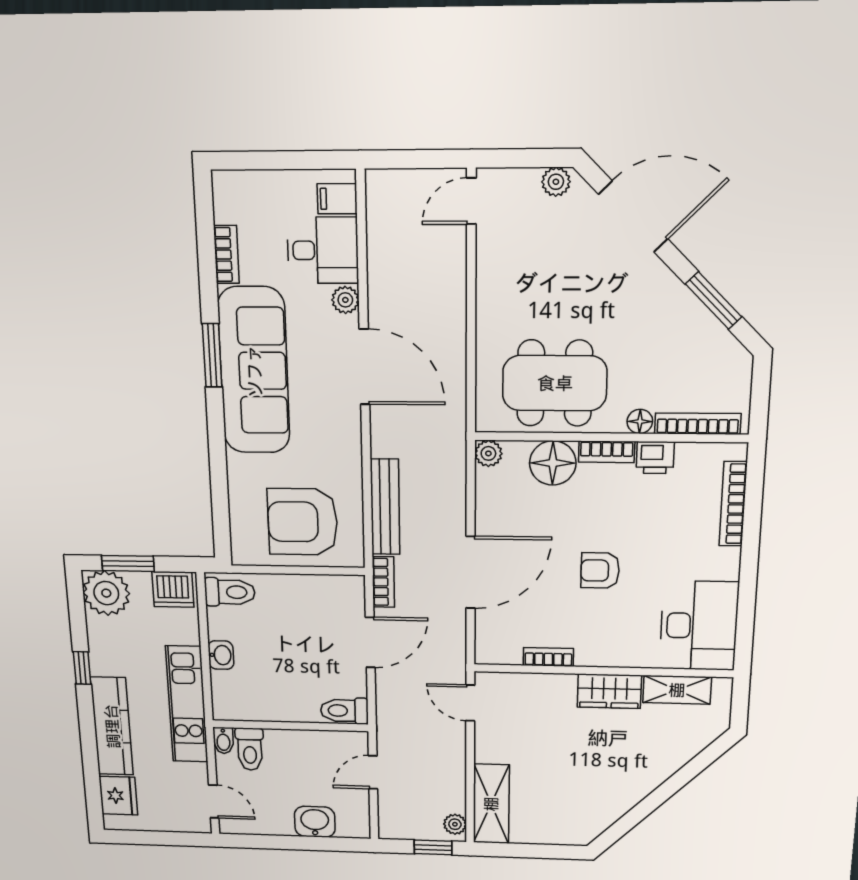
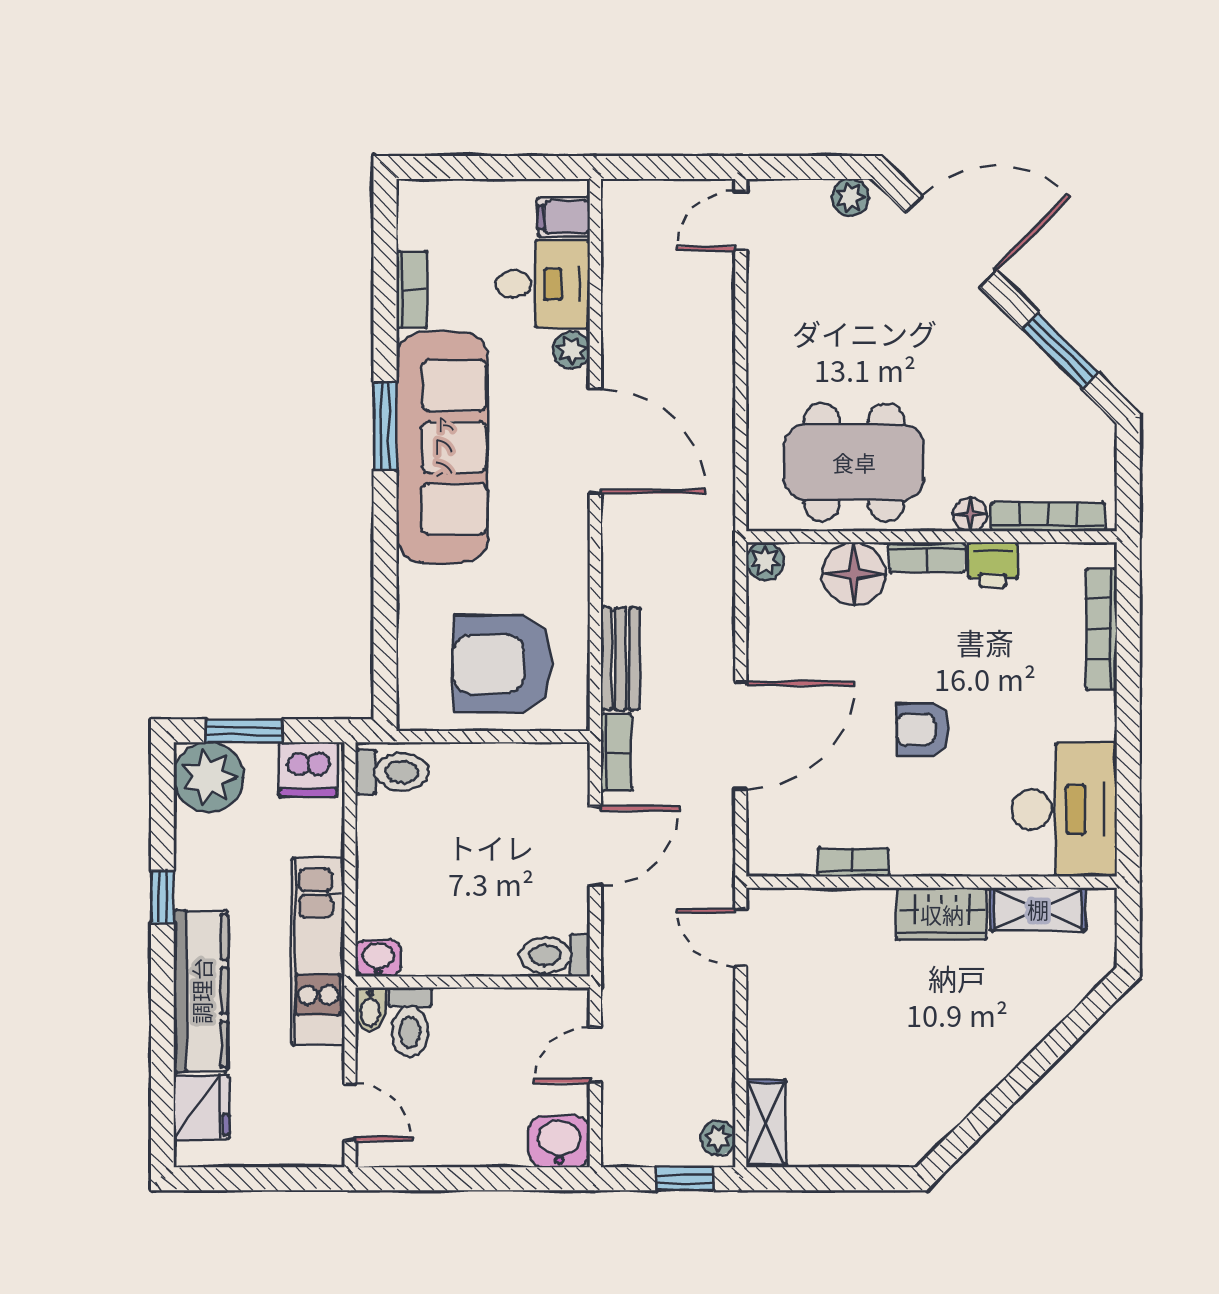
bench: (385, 507) -> (620, 659), width x0.73
washbasin: (221, 655) -> (378, 958), moved, turned -90
shelving: (491, 804) -> (766, 1123), width x0.67, depth x0.75
washbasin: (315, 822) -> (559, 1141), moved

